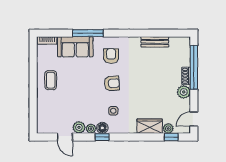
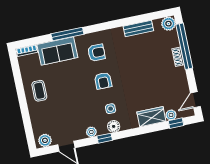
armchair: (111, 56) -> (96, 53), turned 90
armchair: (112, 83) -> (103, 81), turned 94
plant: (184, 92) -> (168, 24), moved
plant: (79, 127) -> (45, 140), moved
floor lamp: (102, 128) -> (114, 126), moved

